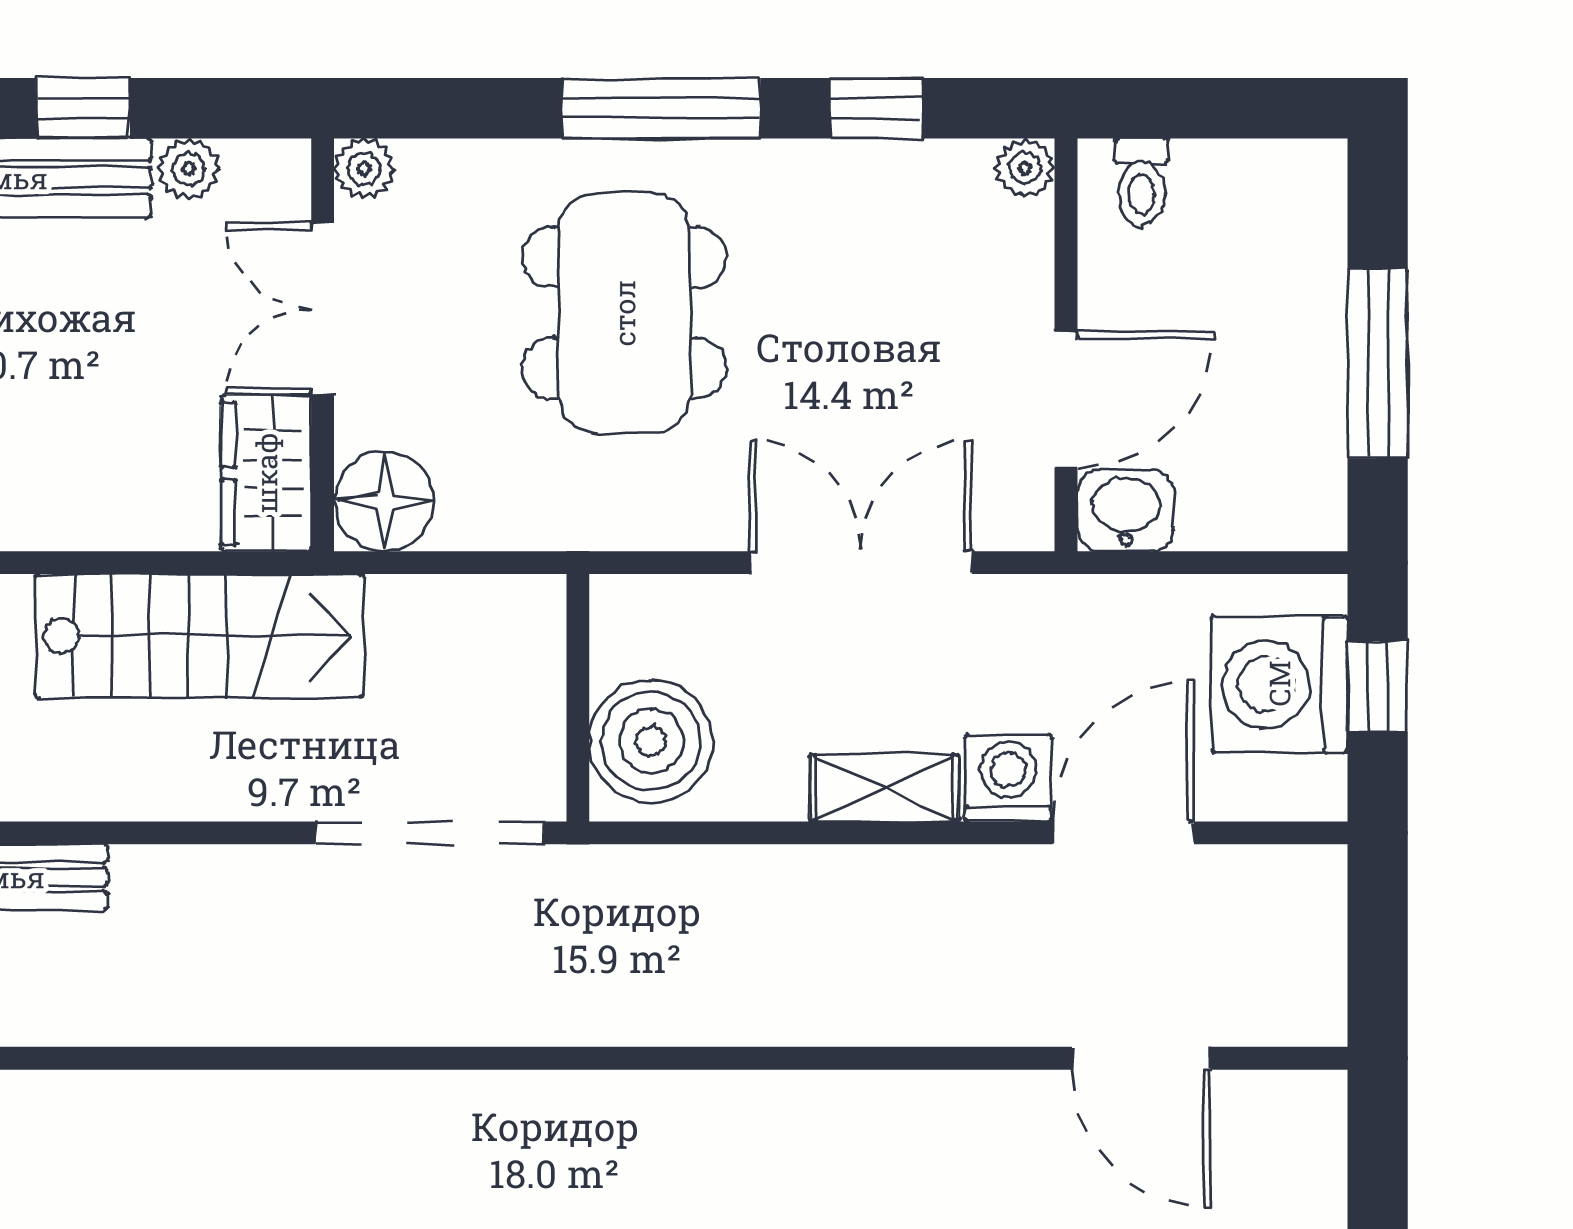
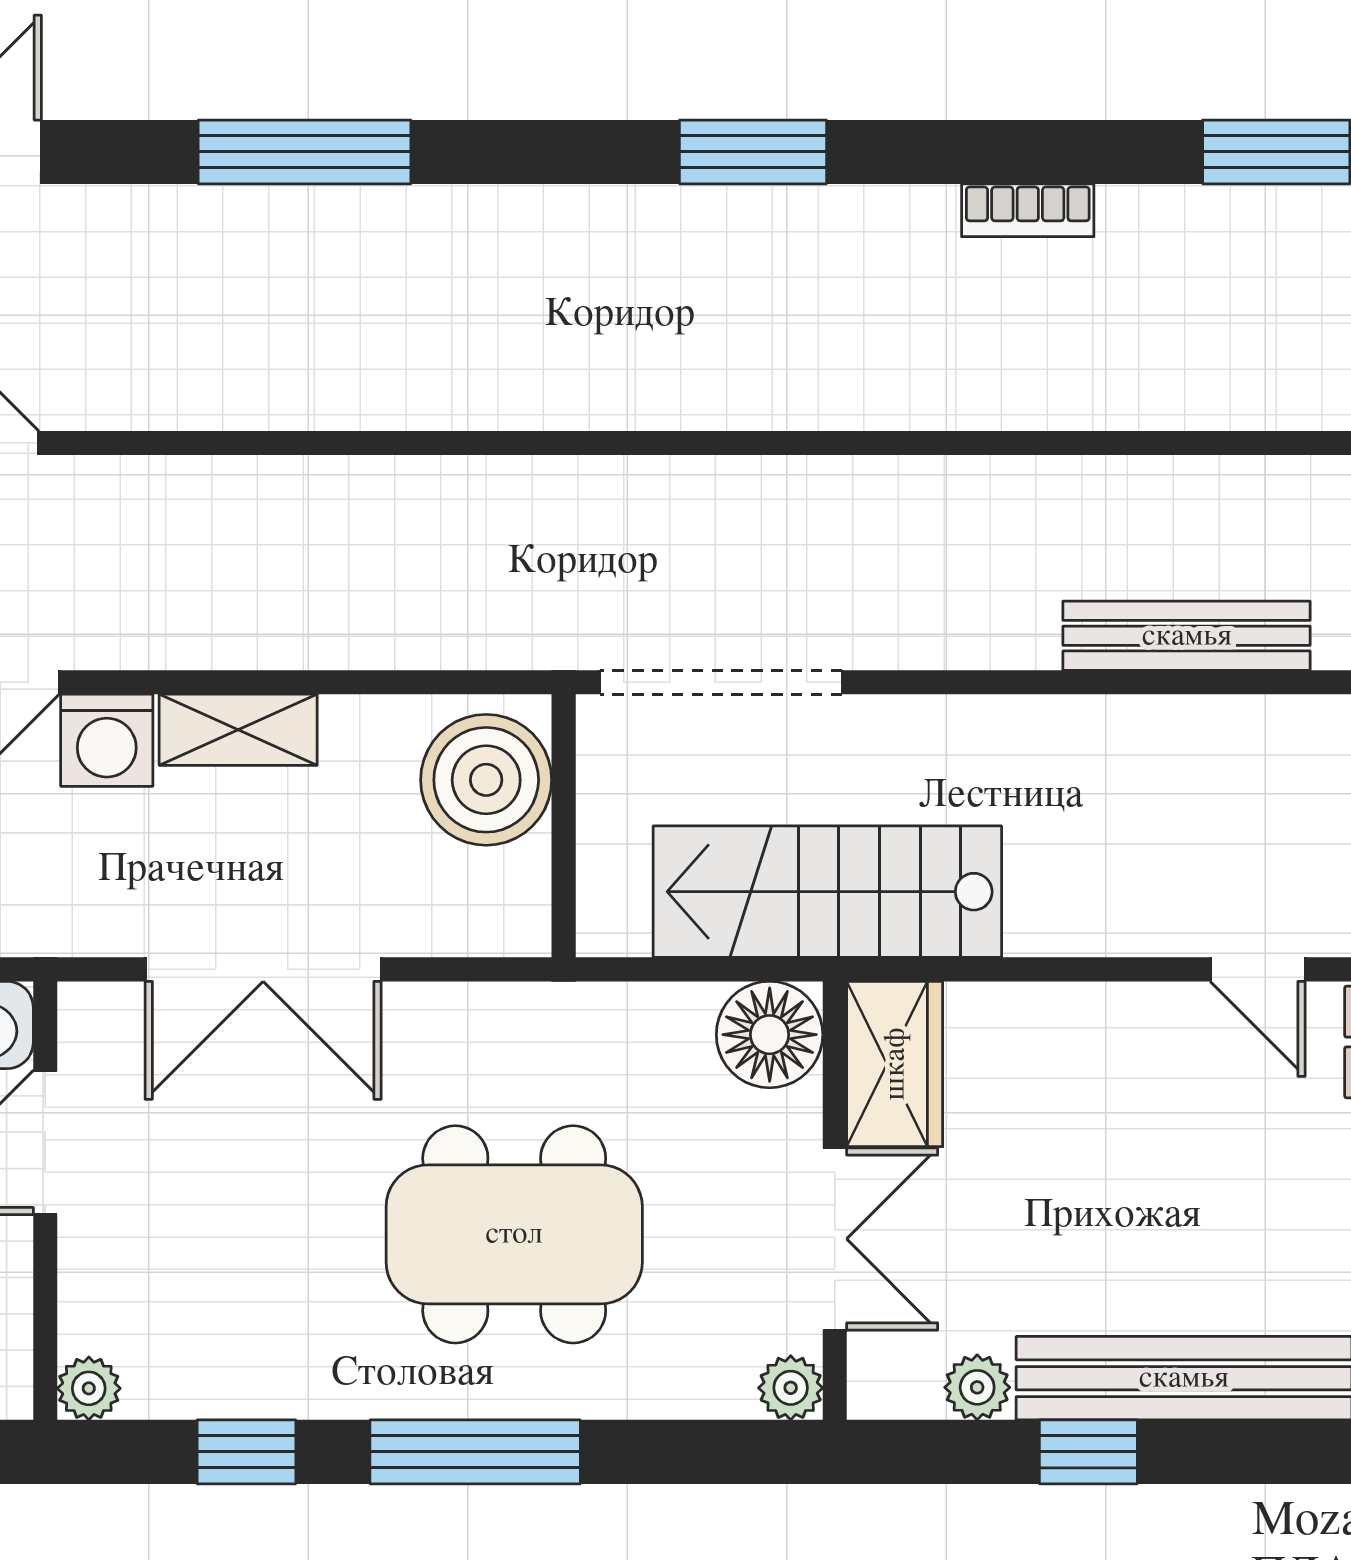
dining table: (624, 313) -> (514, 1234), turned 90
stairs: (199, 636) -> (827, 892), moved

